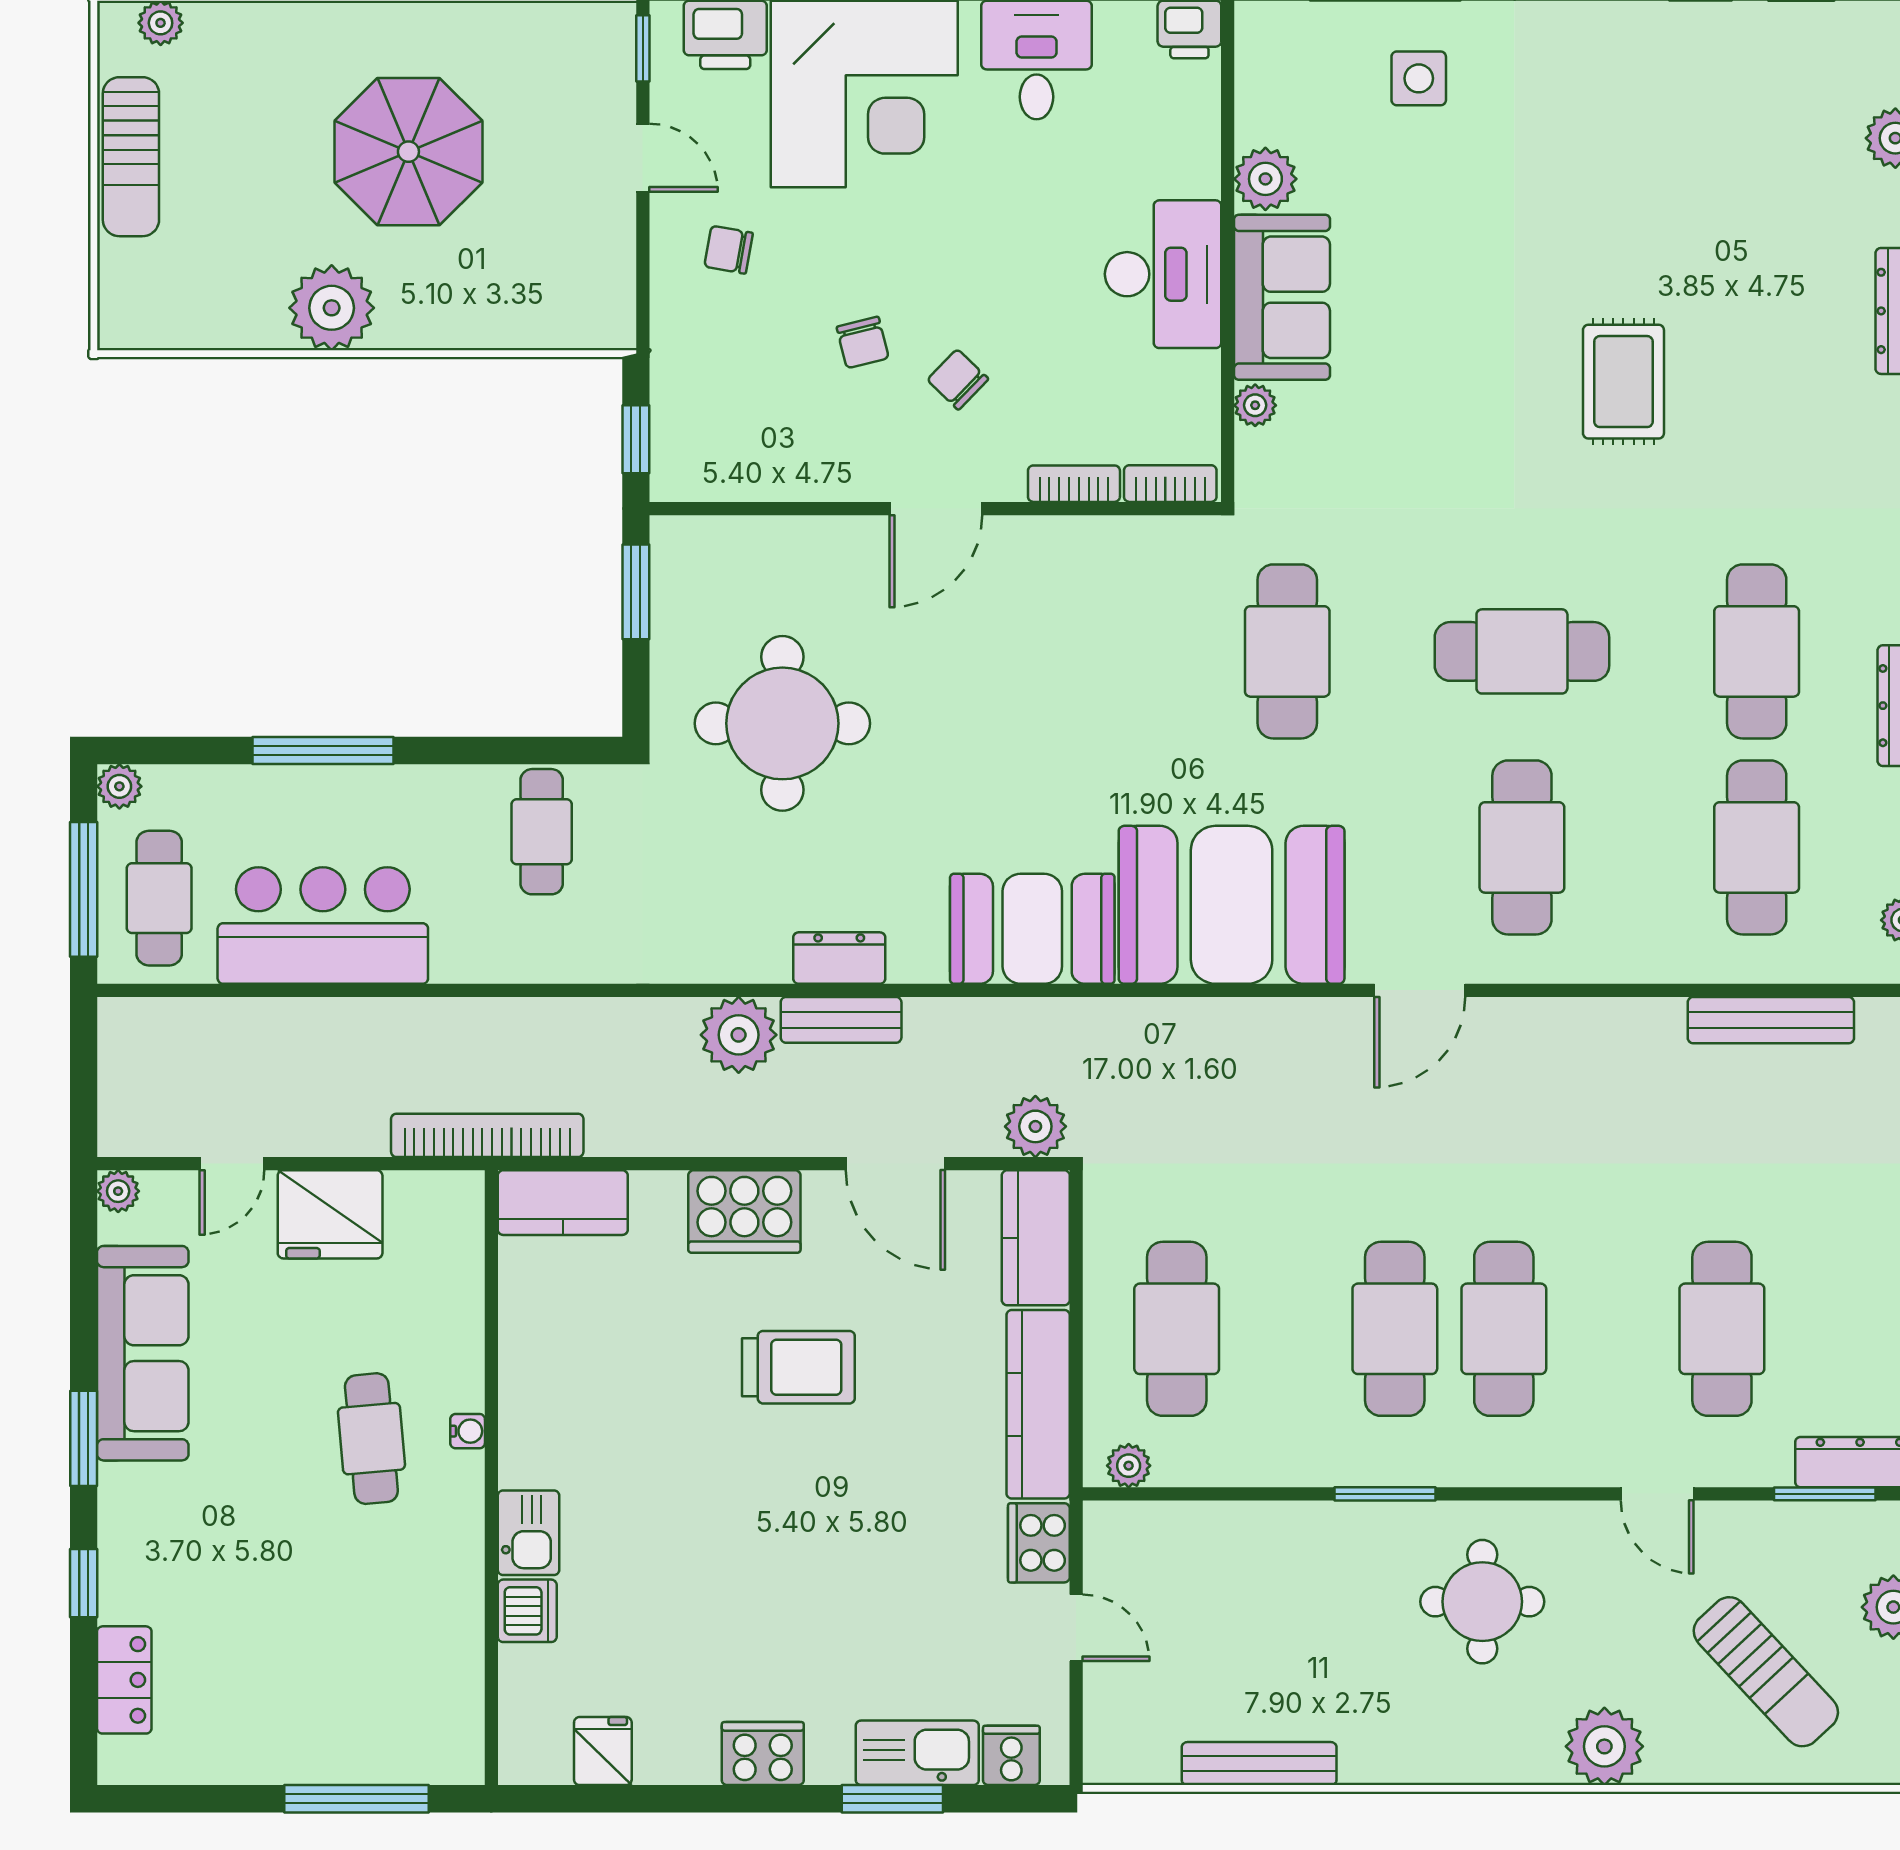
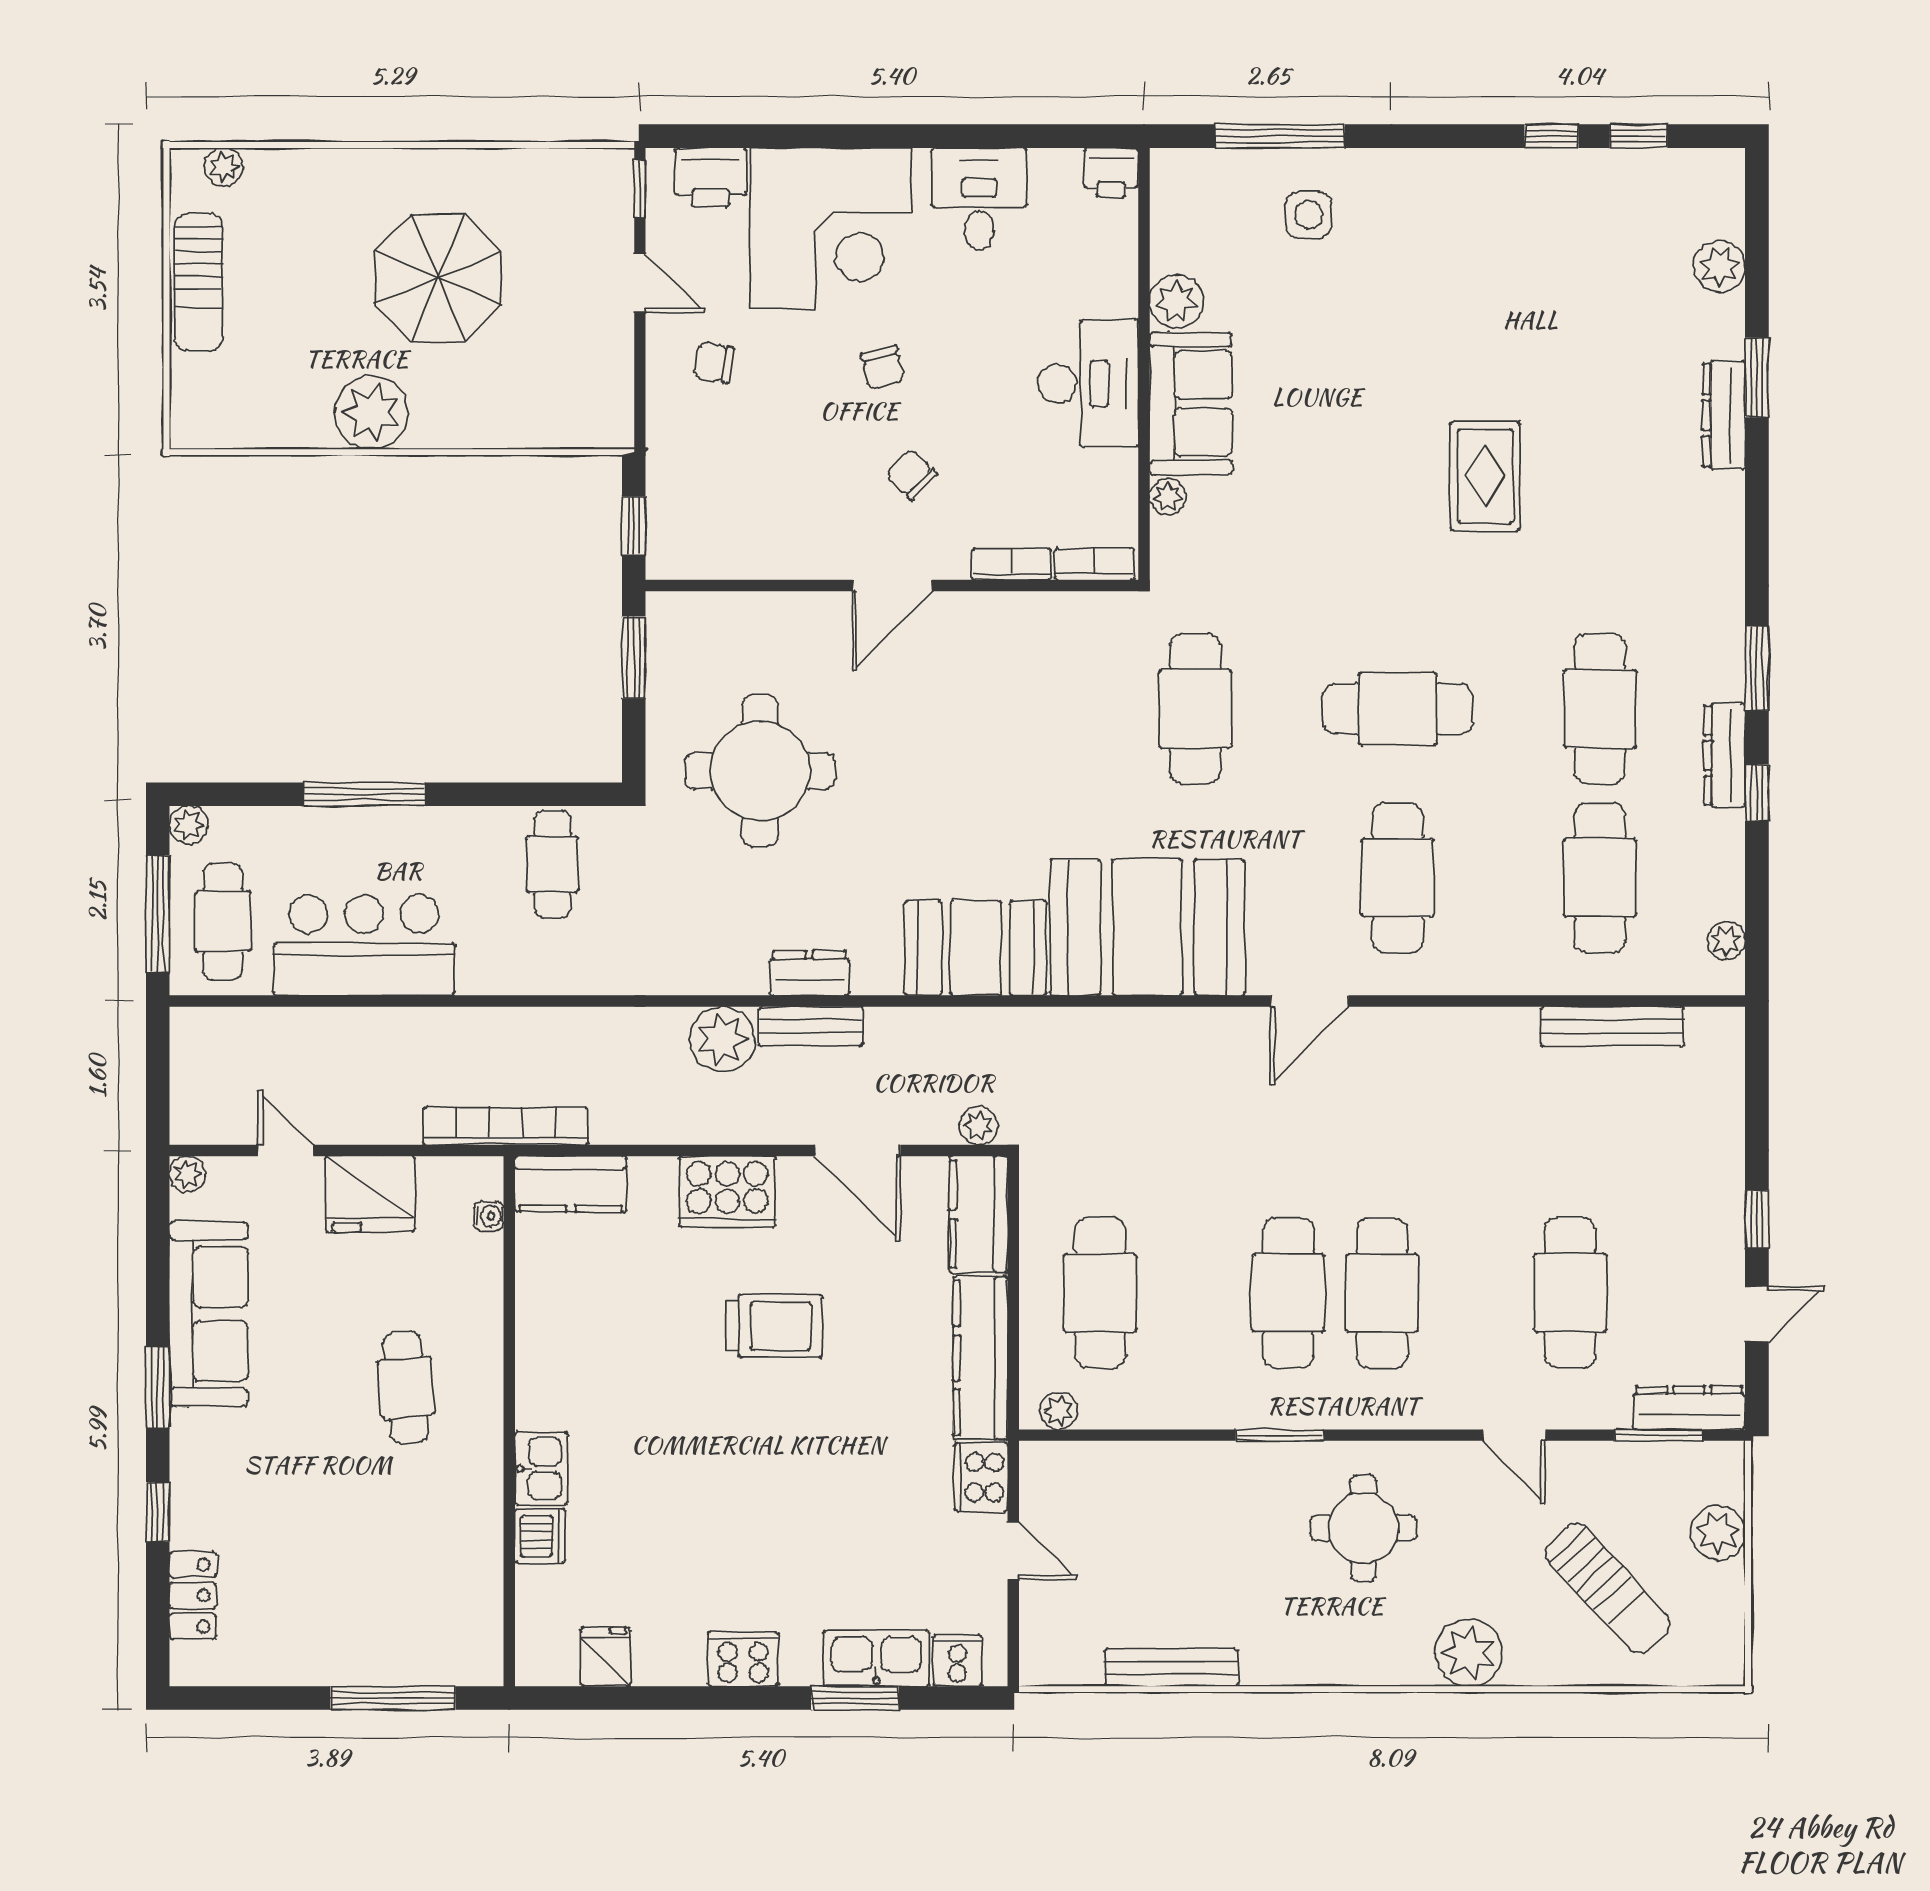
chair: (863, 342) -> (883, 367), moved
plant: (1035, 1126) -> (978, 1126), width x0.73, depth x0.73
door: (232, 1164) -> (286, 1150), swing flipped
water cooler: (468, 1431) -> (489, 1216), moved

